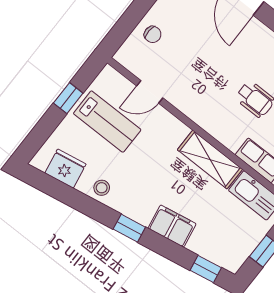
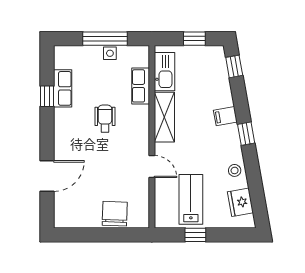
chair: (153, 34) -> (115, 214), width x1.87, depth x1.87
door: (150, 92) -> (152, 167), moved
filing cabinet: (172, 226) -> (225, 116), width x0.50

